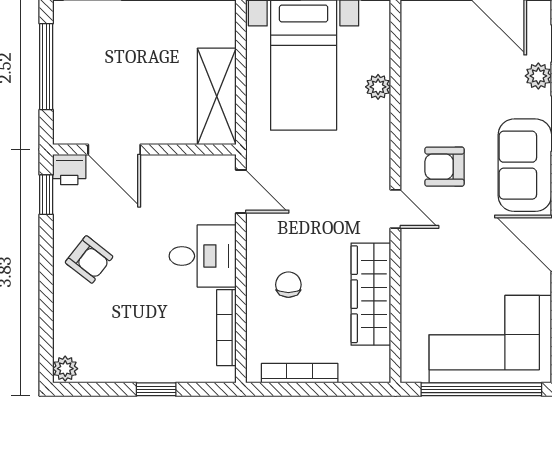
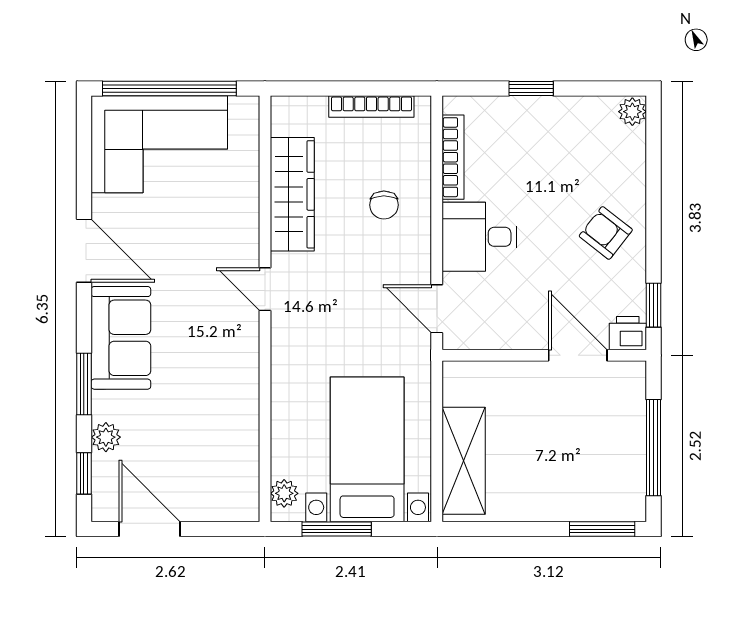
plant: (378, 87) -> (284, 493), moved
shelving: (217, 96) -> (464, 461), moved
armchair: (445, 167) -> (210, 336), removed

